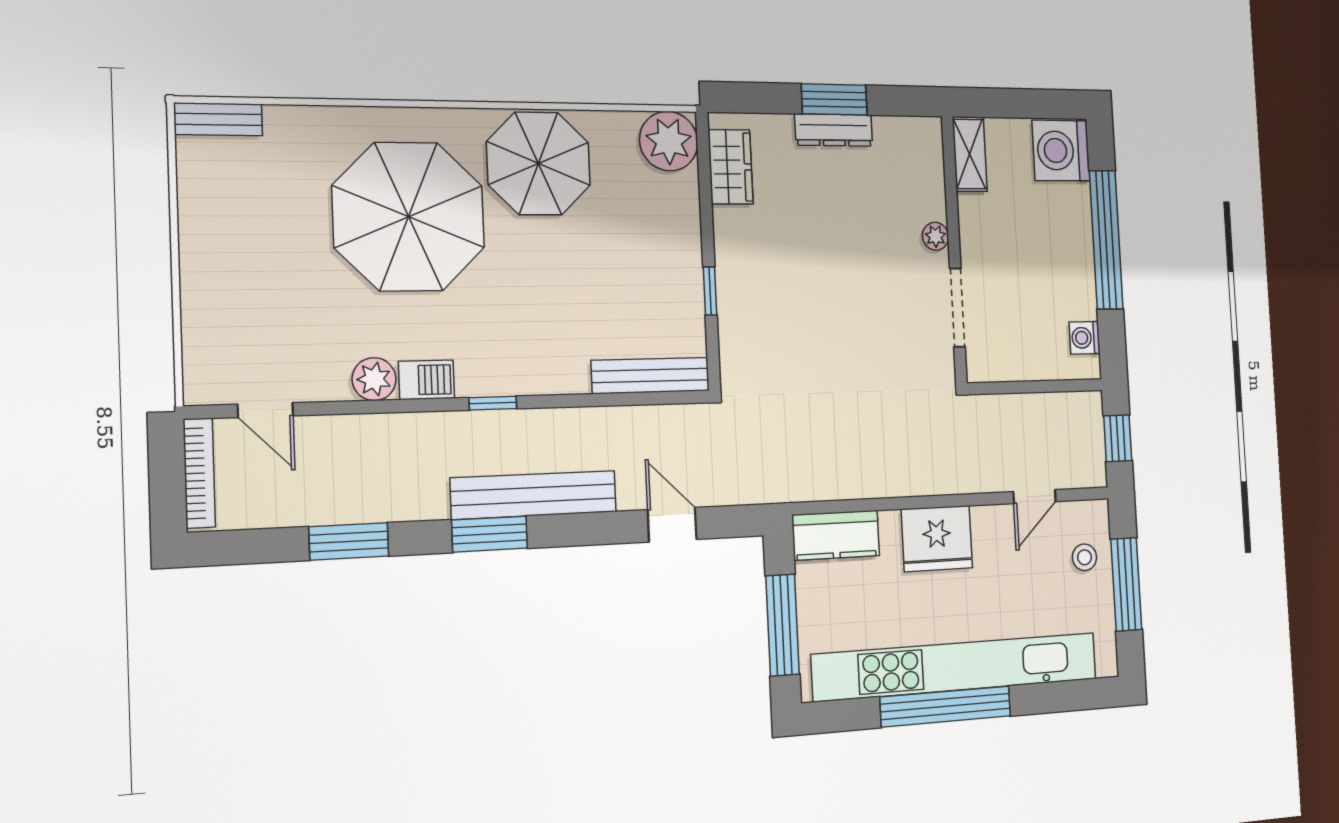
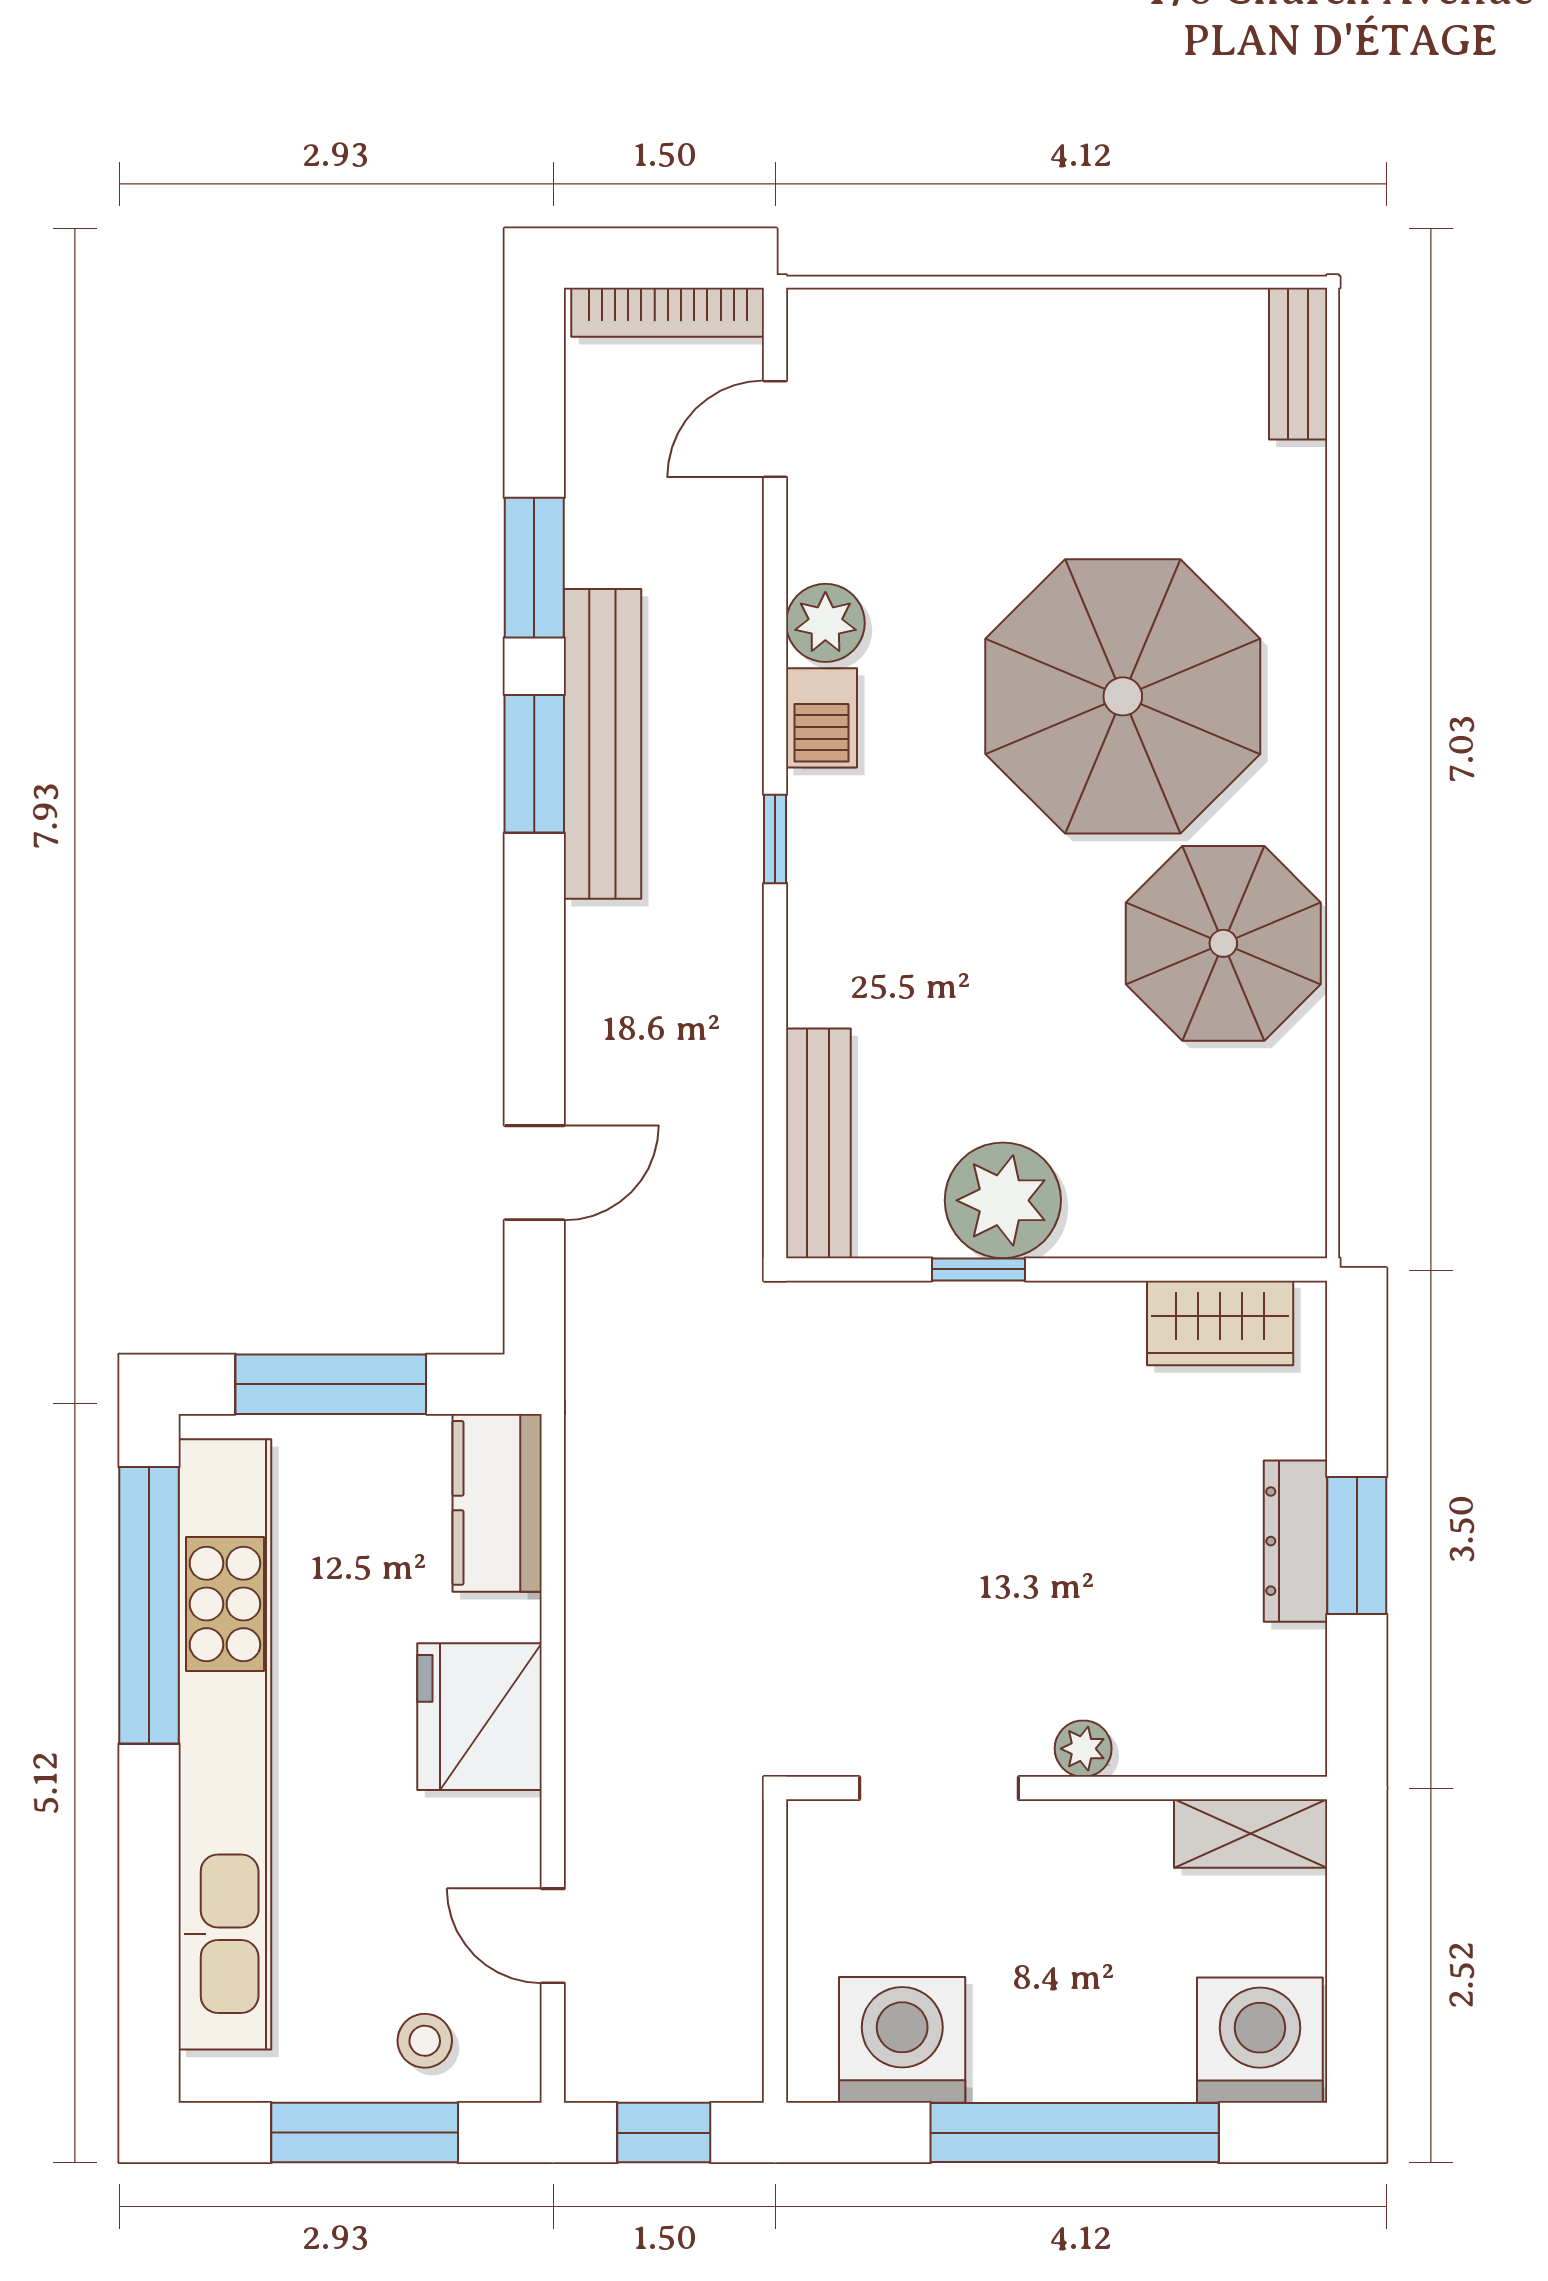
plant: (669, 141) -> (1003, 1200), moved
washing machine: (1085, 338) -> (902, 2040), width x1.89, depth x1.89
bench: (534, 495) -> (602, 744), moved
window: (490, 534) -> (534, 764), moved
window: (946, 707) -> (149, 1605), moved

